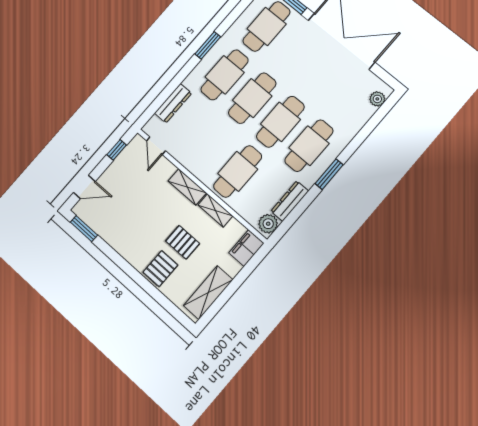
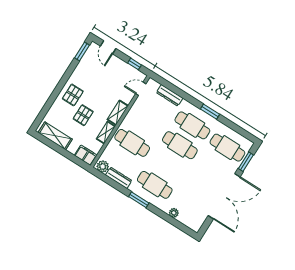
plant: (377, 99) -> (174, 213), moved
cafe table: (280, 122) -> (167, 165), removed
pallet: (160, 269) -> (73, 95), moved, turned 90

